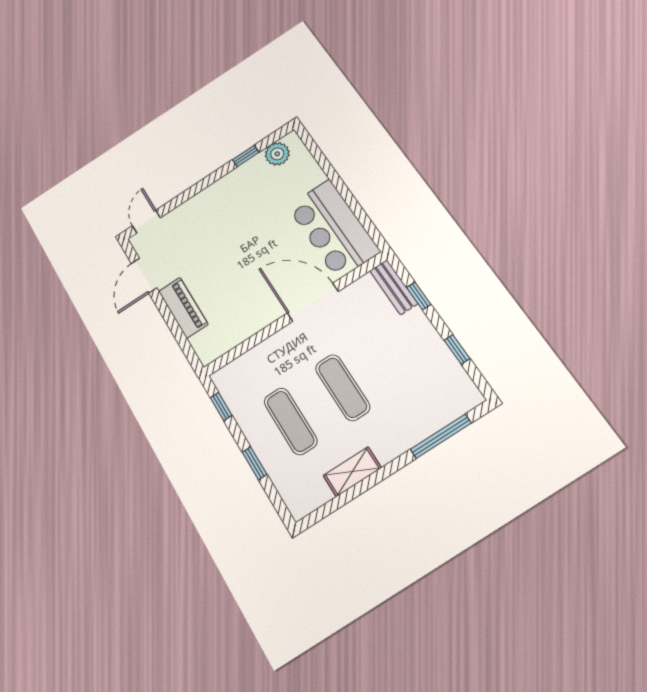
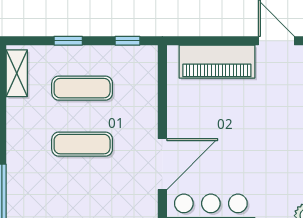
piano: (183, 308) -> (217, 62), width x1.37, depth x1.33
shelving: (352, 472) -> (17, 73), moved

